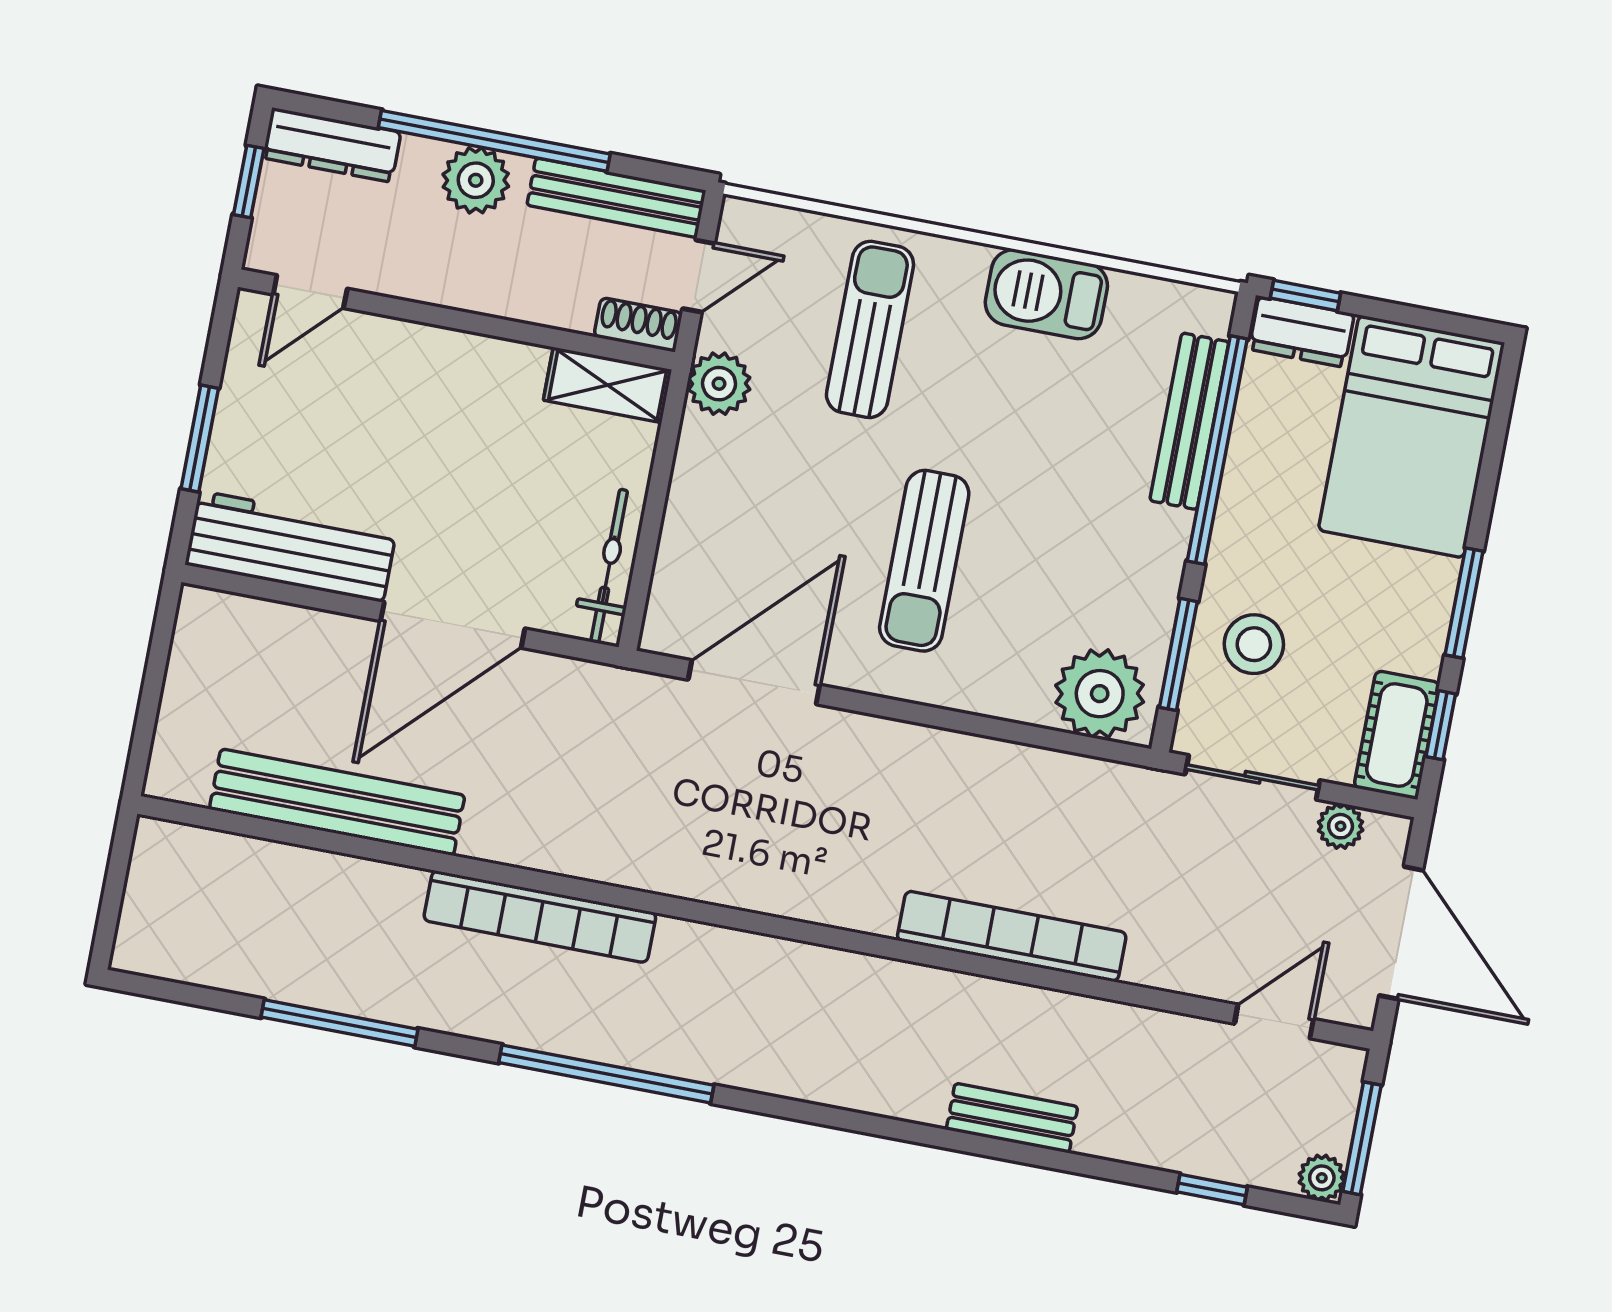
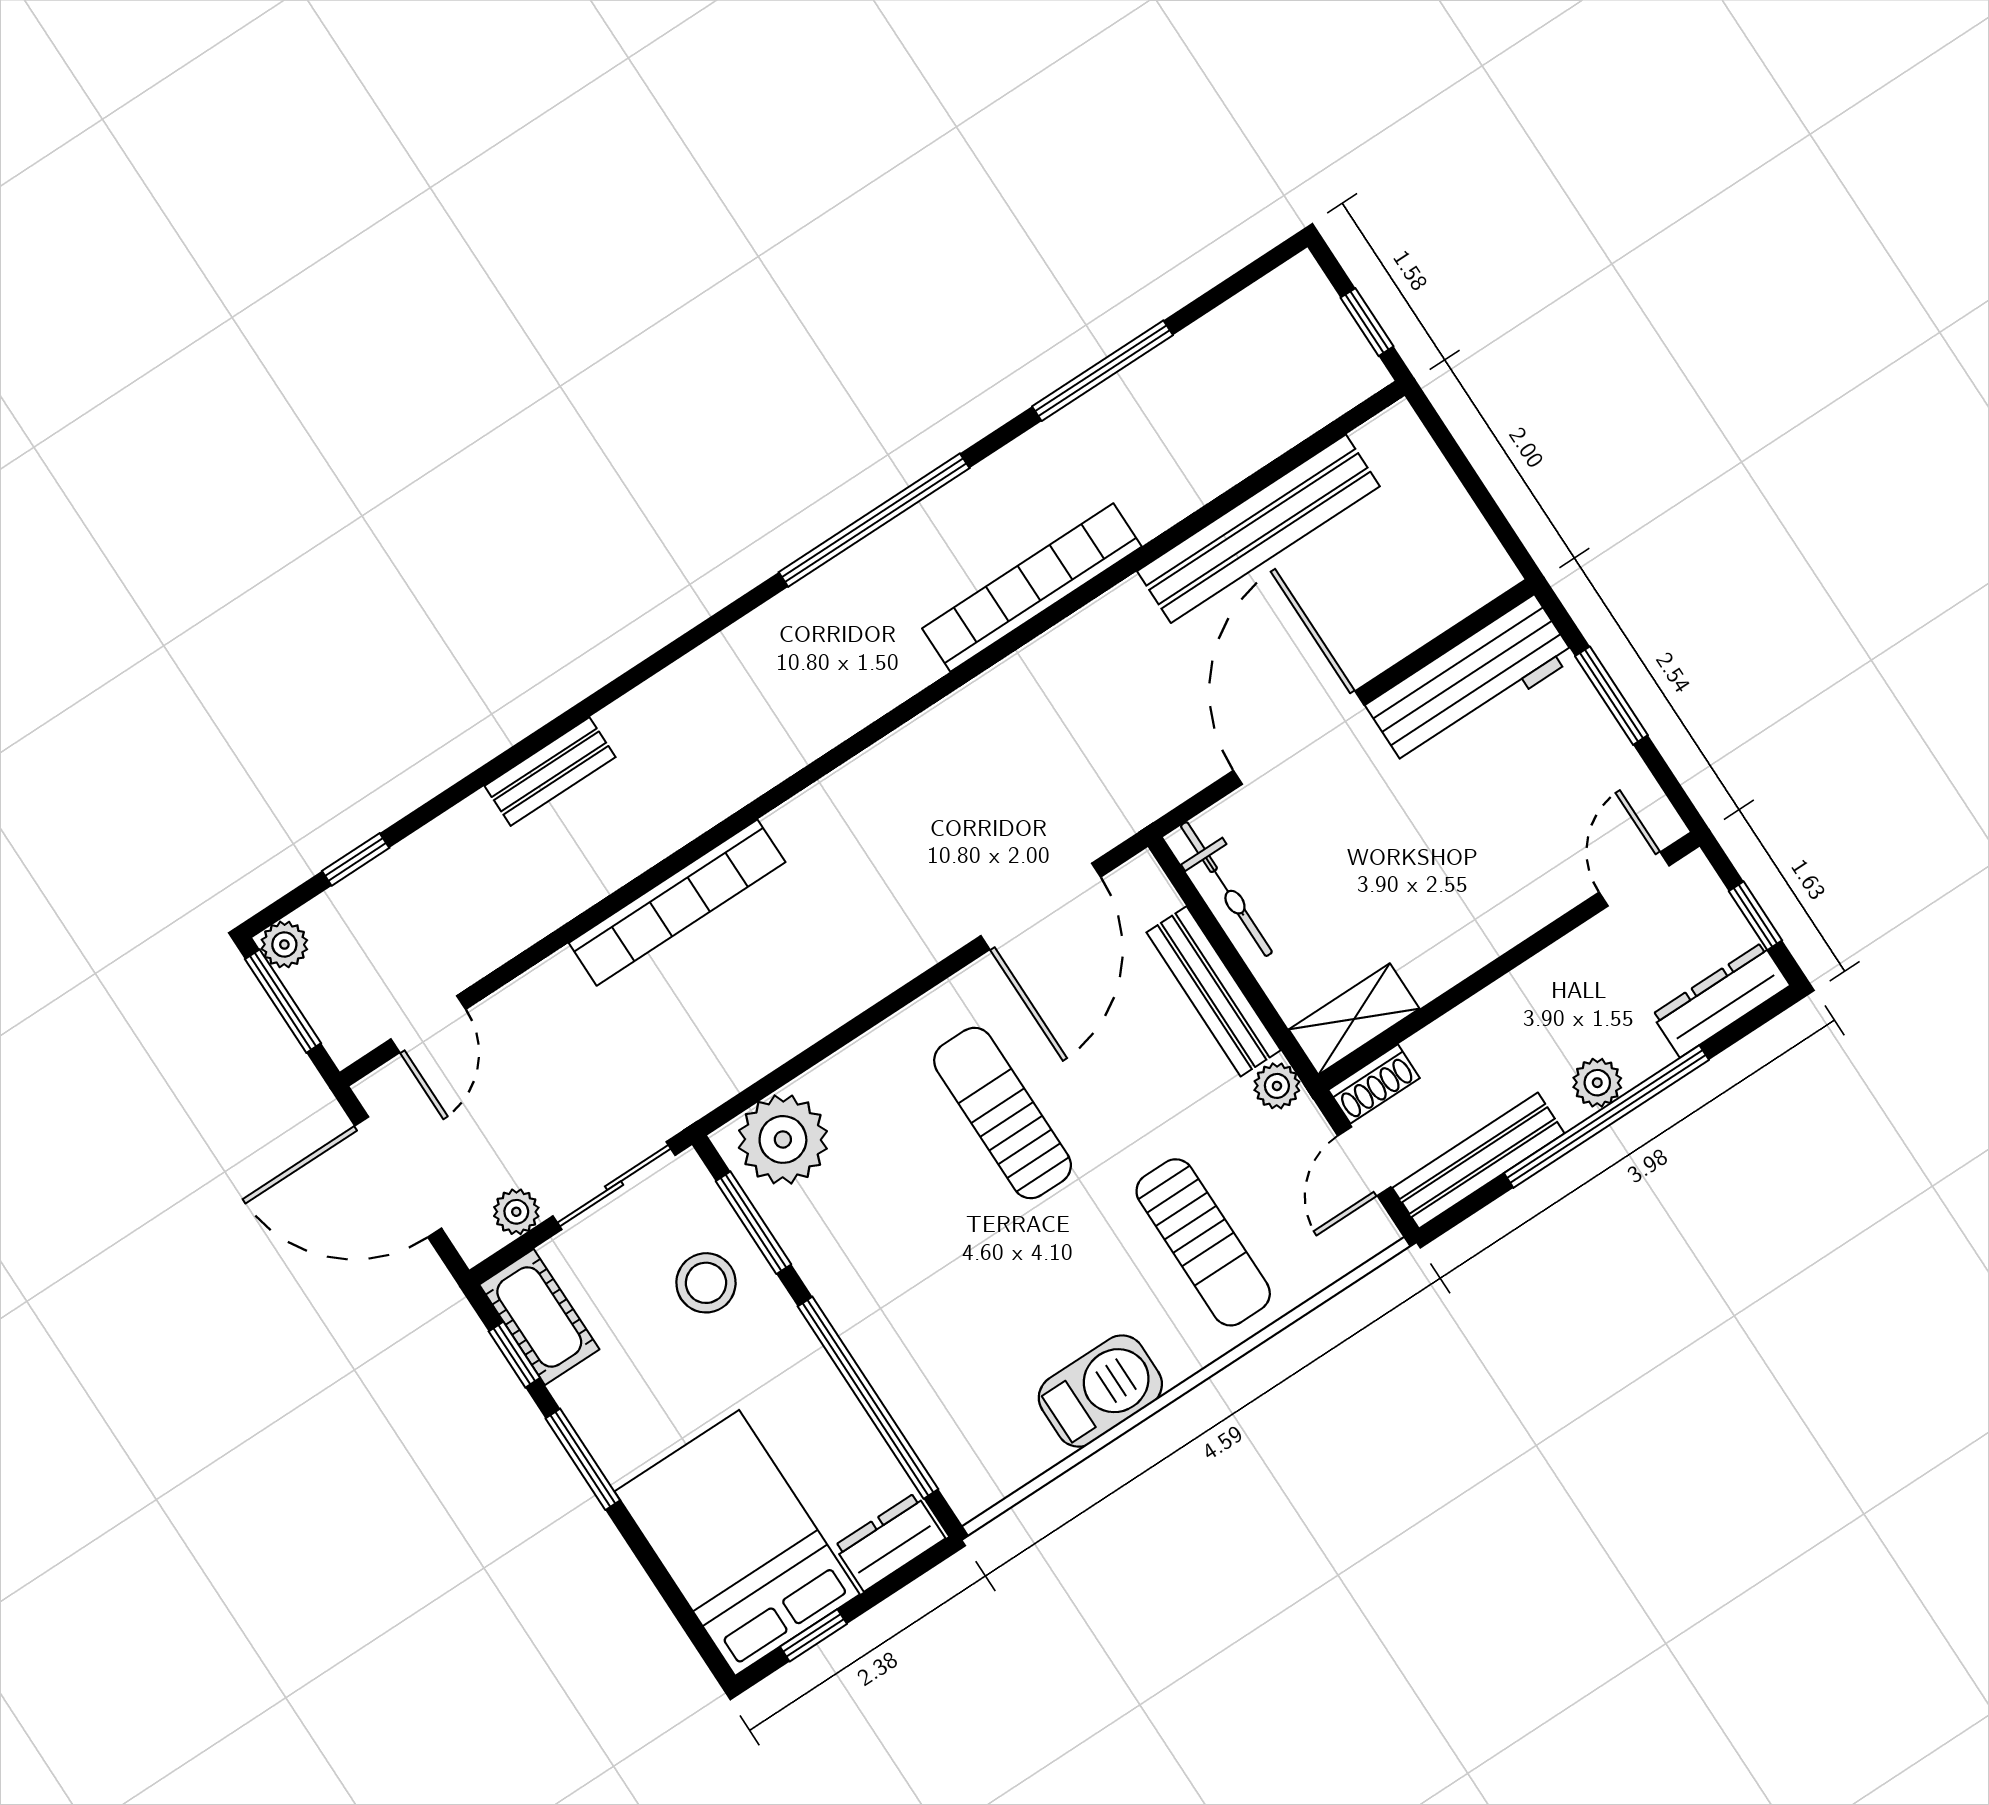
plant: (476, 180) -> (1597, 1083), width x0.73, depth x0.73
window: (1305, 296) -> (813, 1635), moved
plant: (719, 384) -> (1277, 1086), width x0.73, depth x0.73
bench: (1189, 421) -> (1214, 991), moved
window: (116, 875) -> (1367, 322), added

